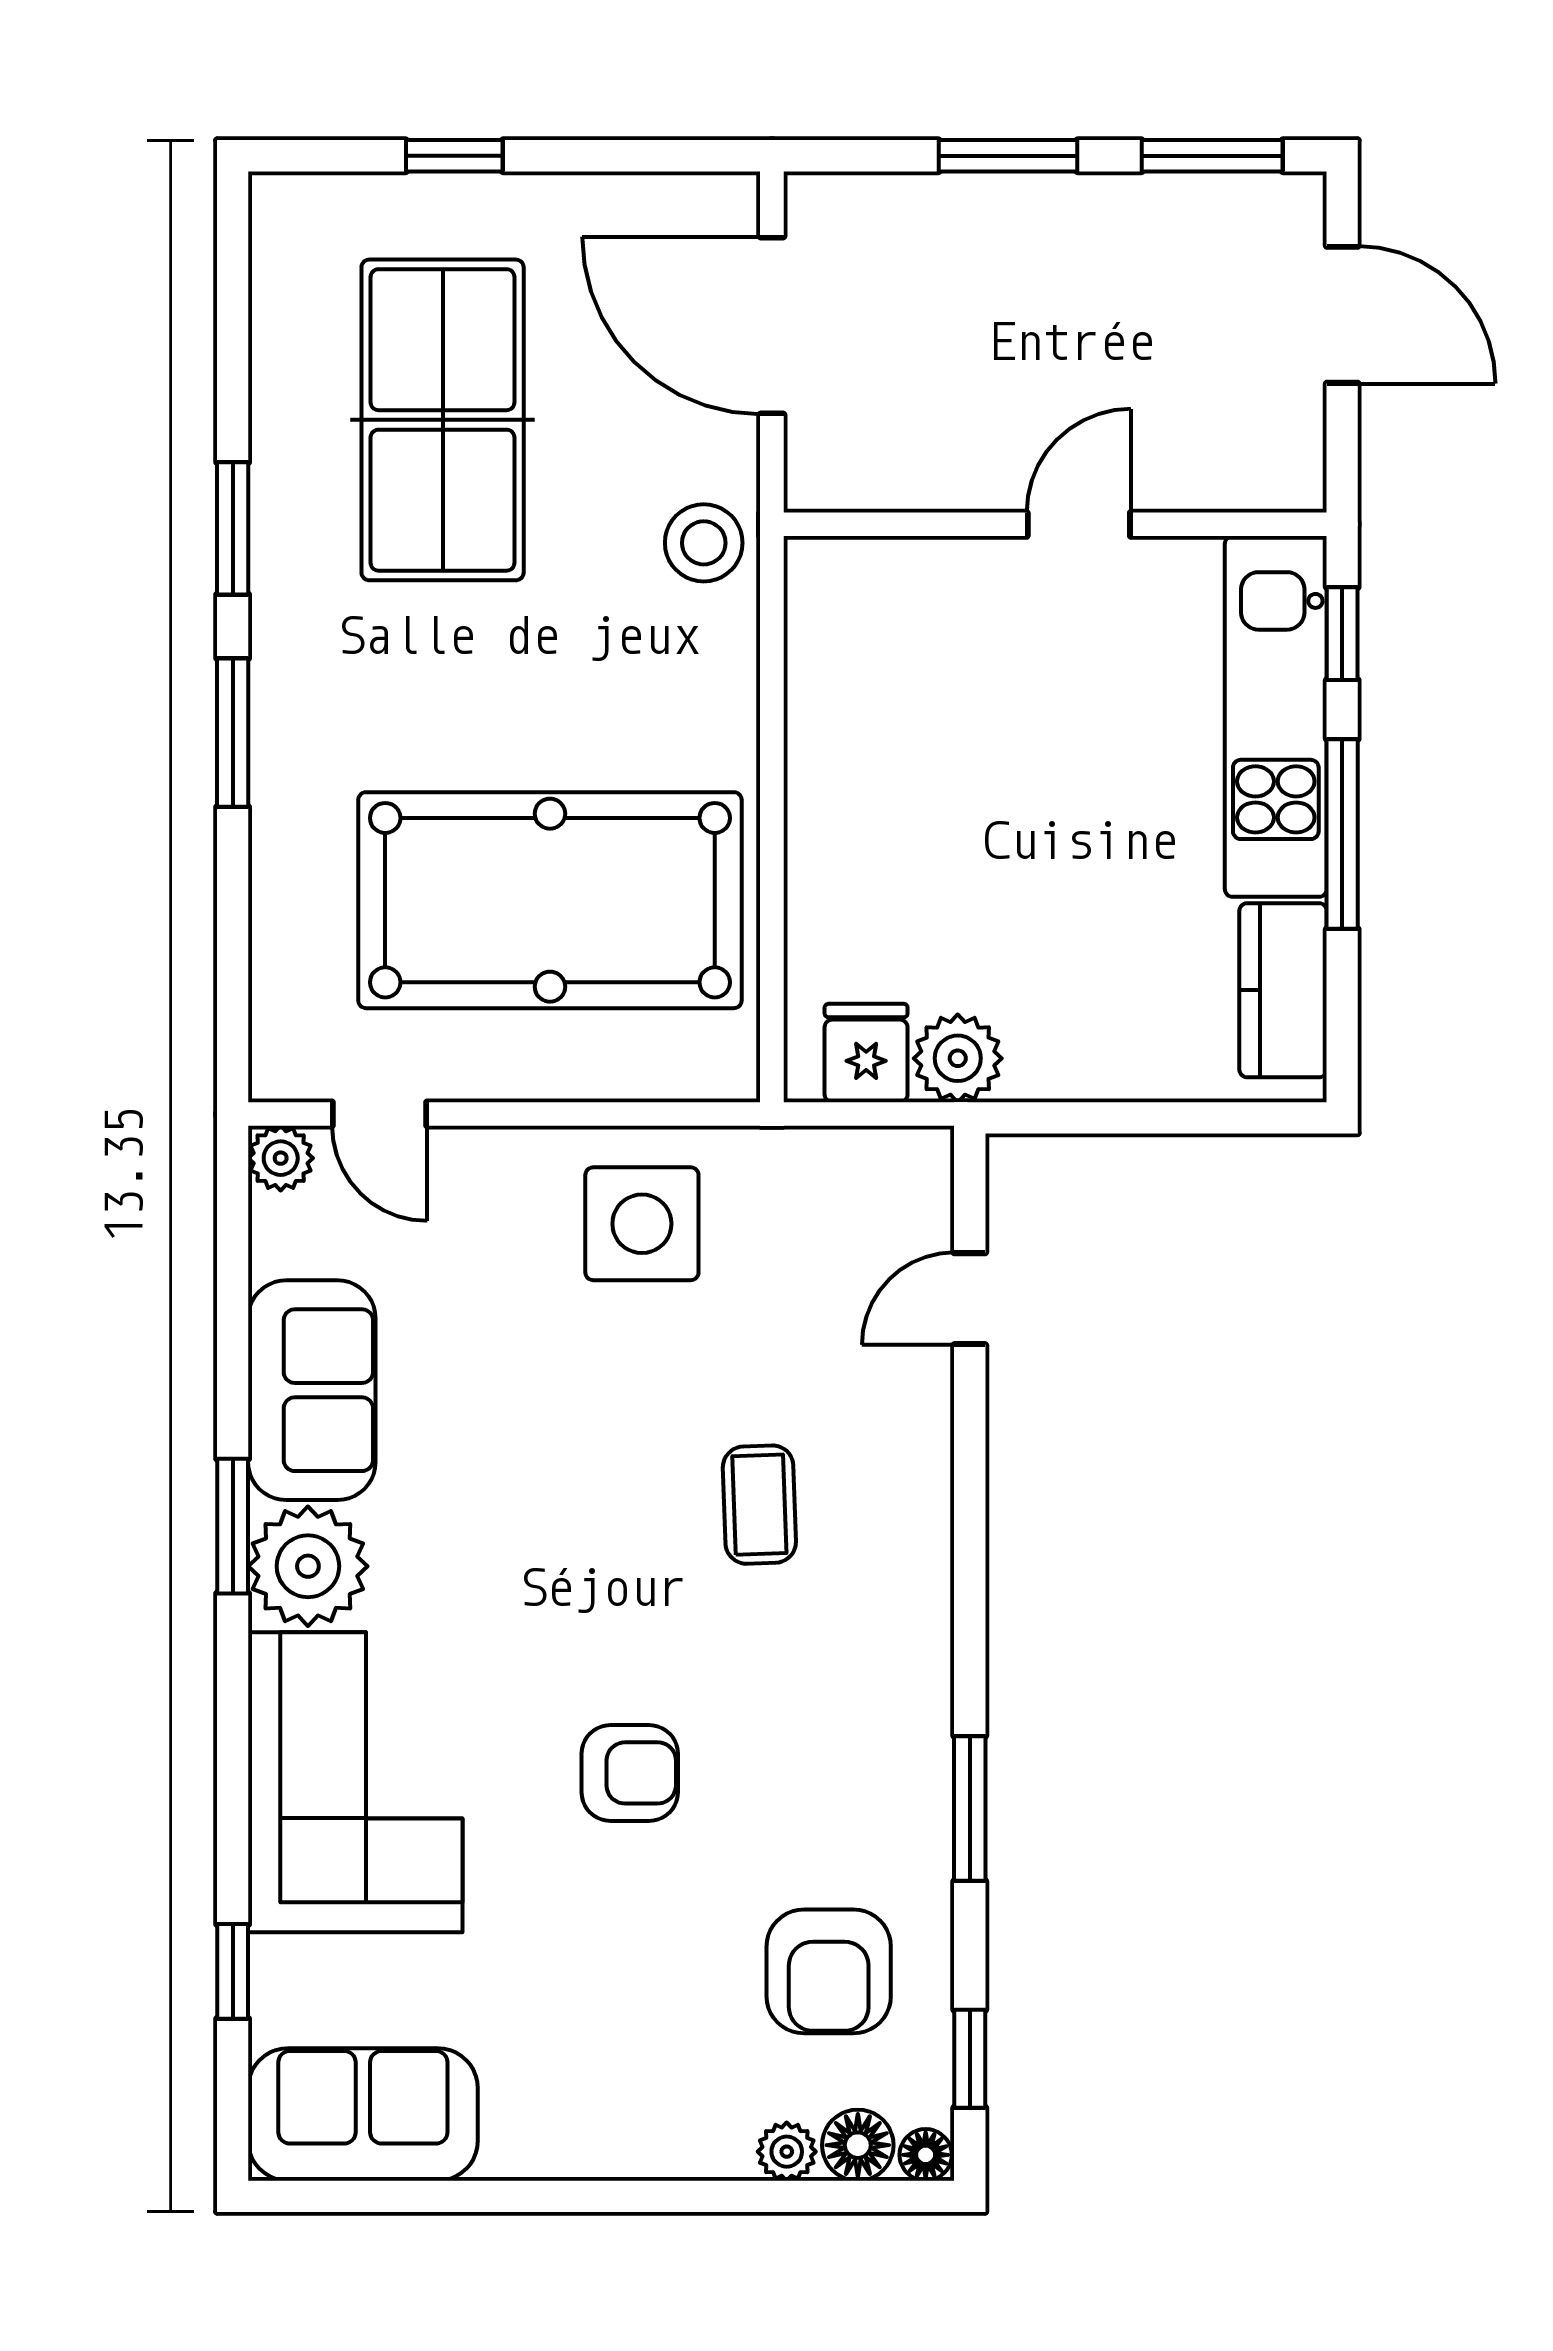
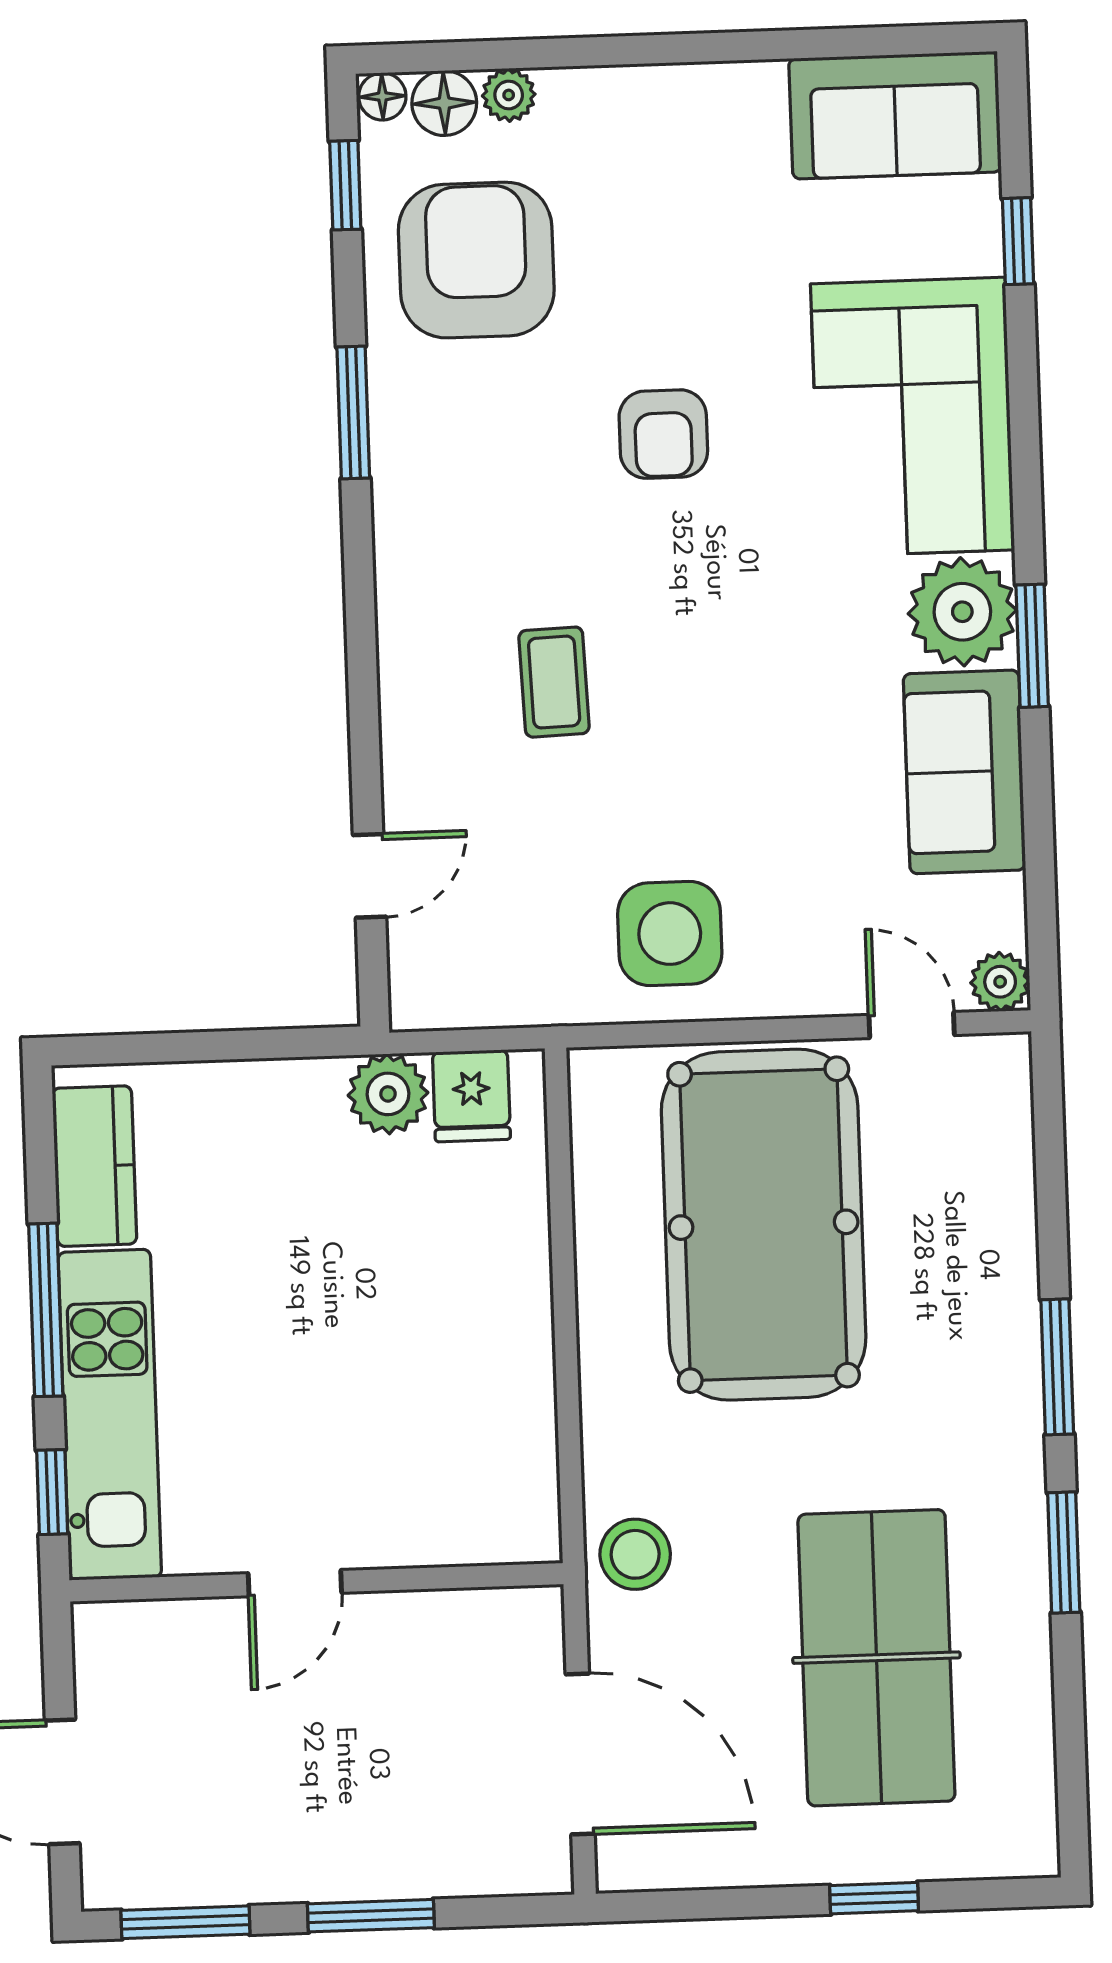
pool table: (550, 900) -> (764, 1225), turned 90
armchair: (630, 1773) -> (663, 434), turned -90
armchair: (829, 1971) -> (476, 260), width x1.36, depth x1.36

